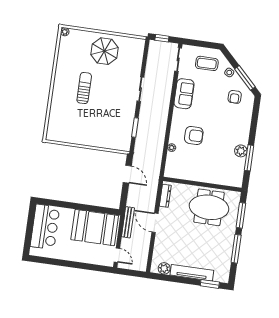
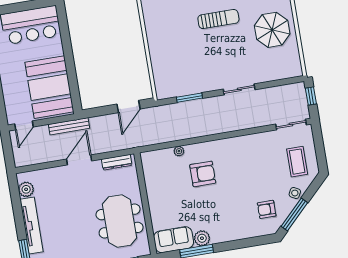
sofa: (184, 94) -> (174, 240), moved, turned 180
armchair: (194, 135) -> (203, 174), turned -90

